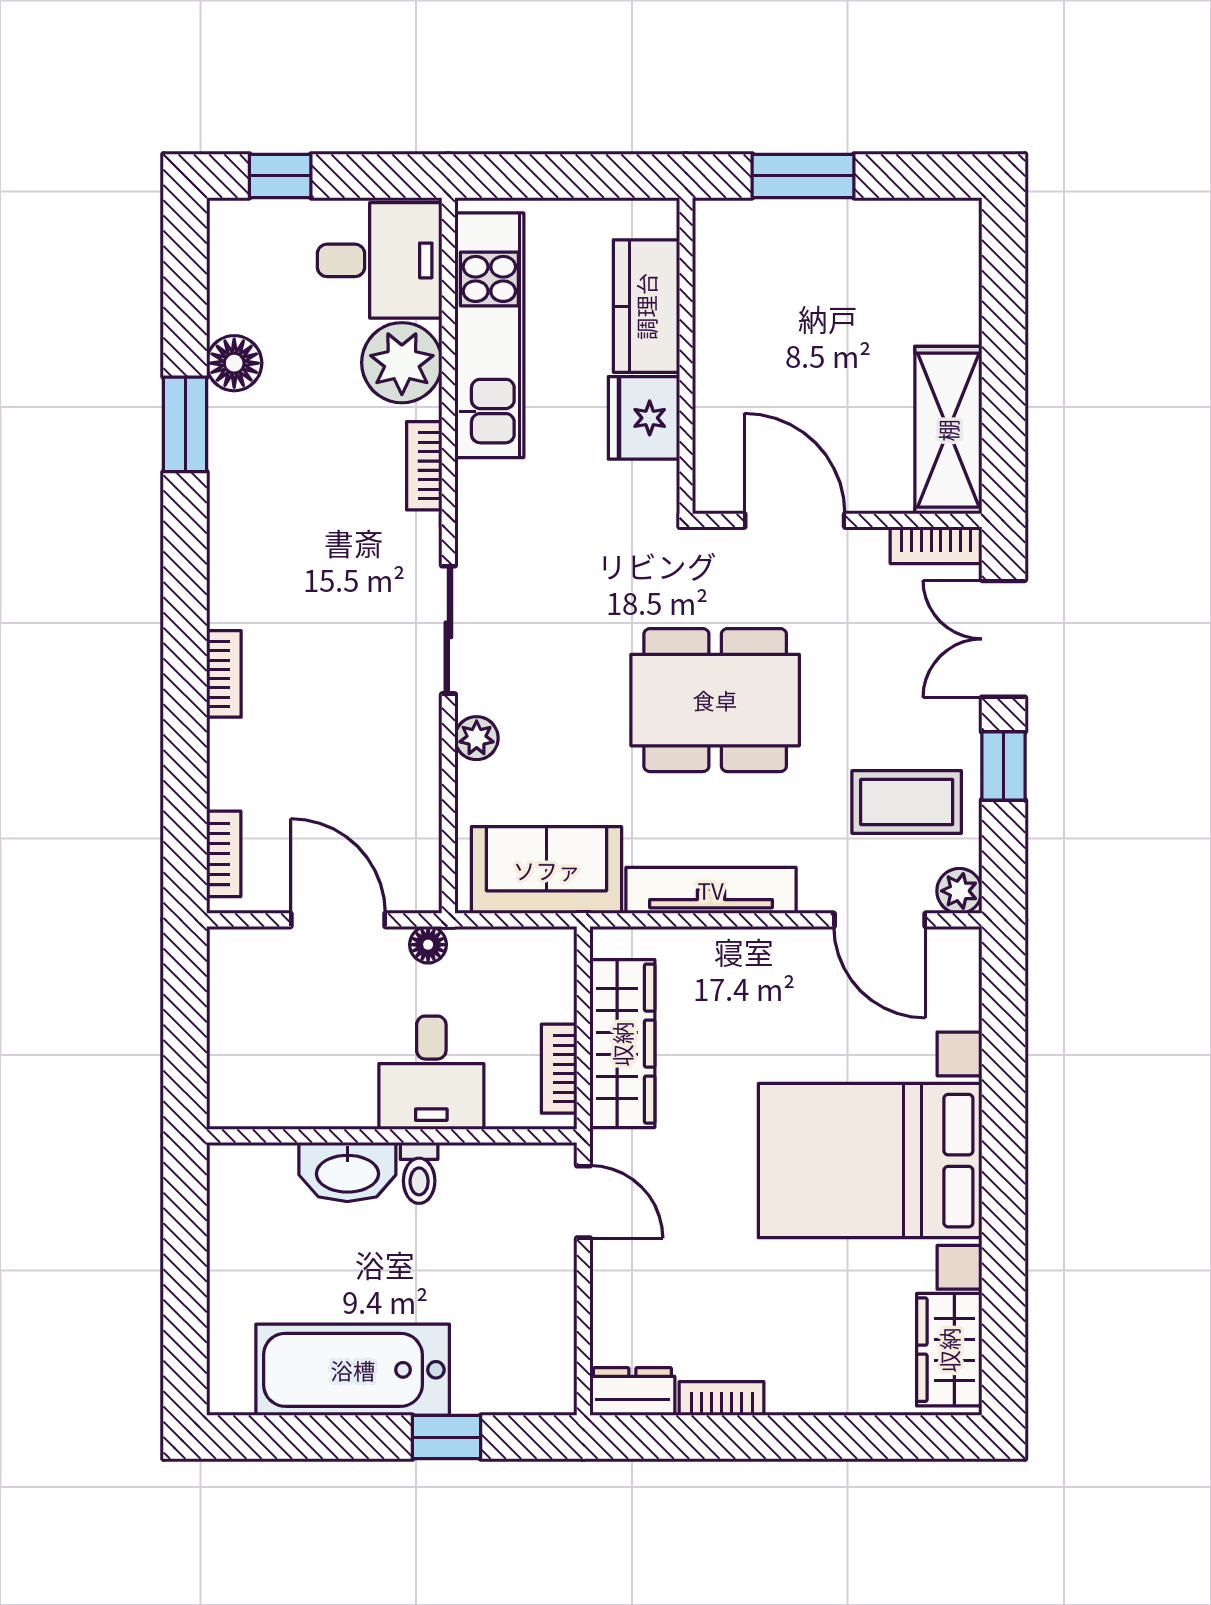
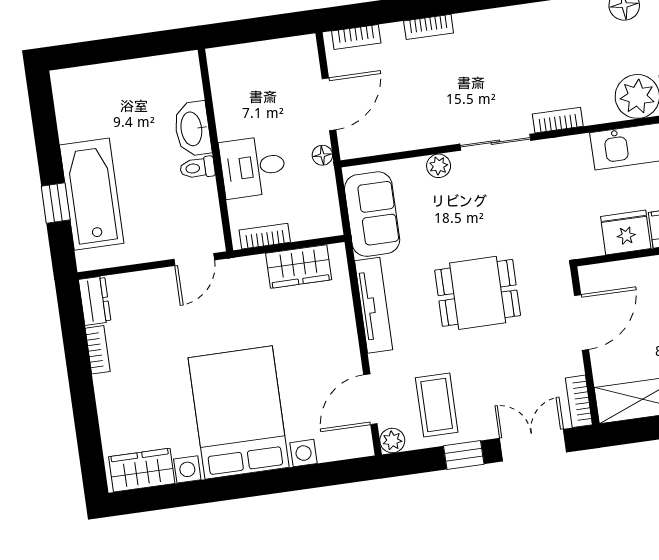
bookcase: (424, 466) -> (558, 120), moved
bookcase: (224, 674) -> (429, 27), moved
dining table: (715, 700) -> (478, 293), width x0.73
wardrobe: (622, 1044) -> (299, 267), width x0.67
bathtub: (353, 1370) -> (92, 194), moved

